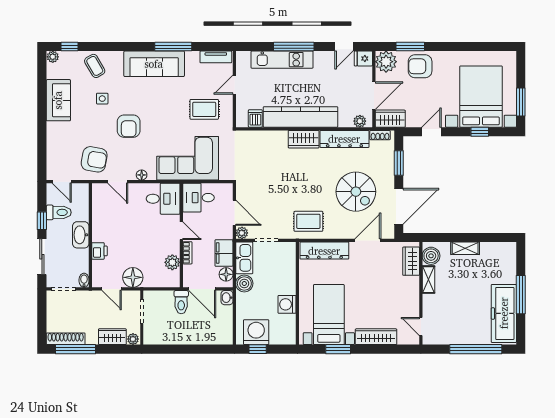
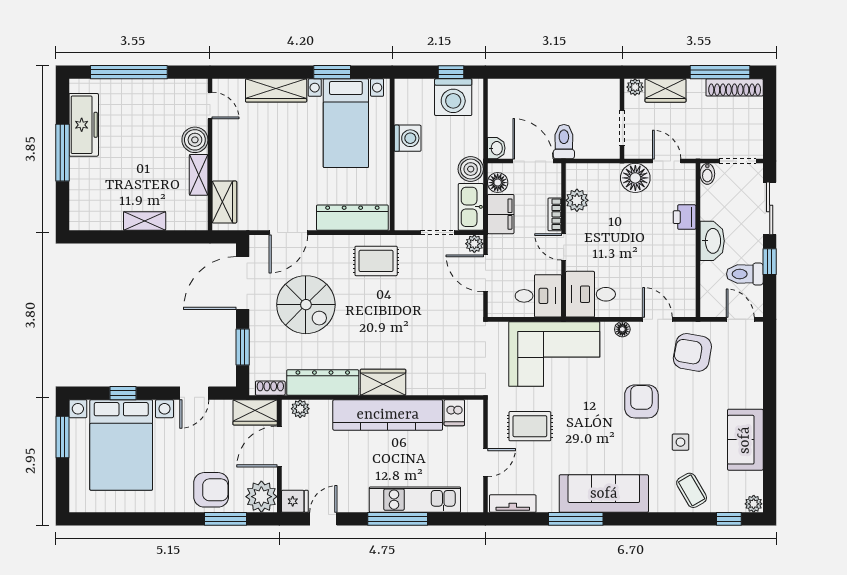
spiral stairs: (356, 192) -> (306, 305), turned 180
boiler: (431, 256) -> (195, 140), moved
freezer: (504, 313) -> (84, 125), width x0.73, depth x0.79

